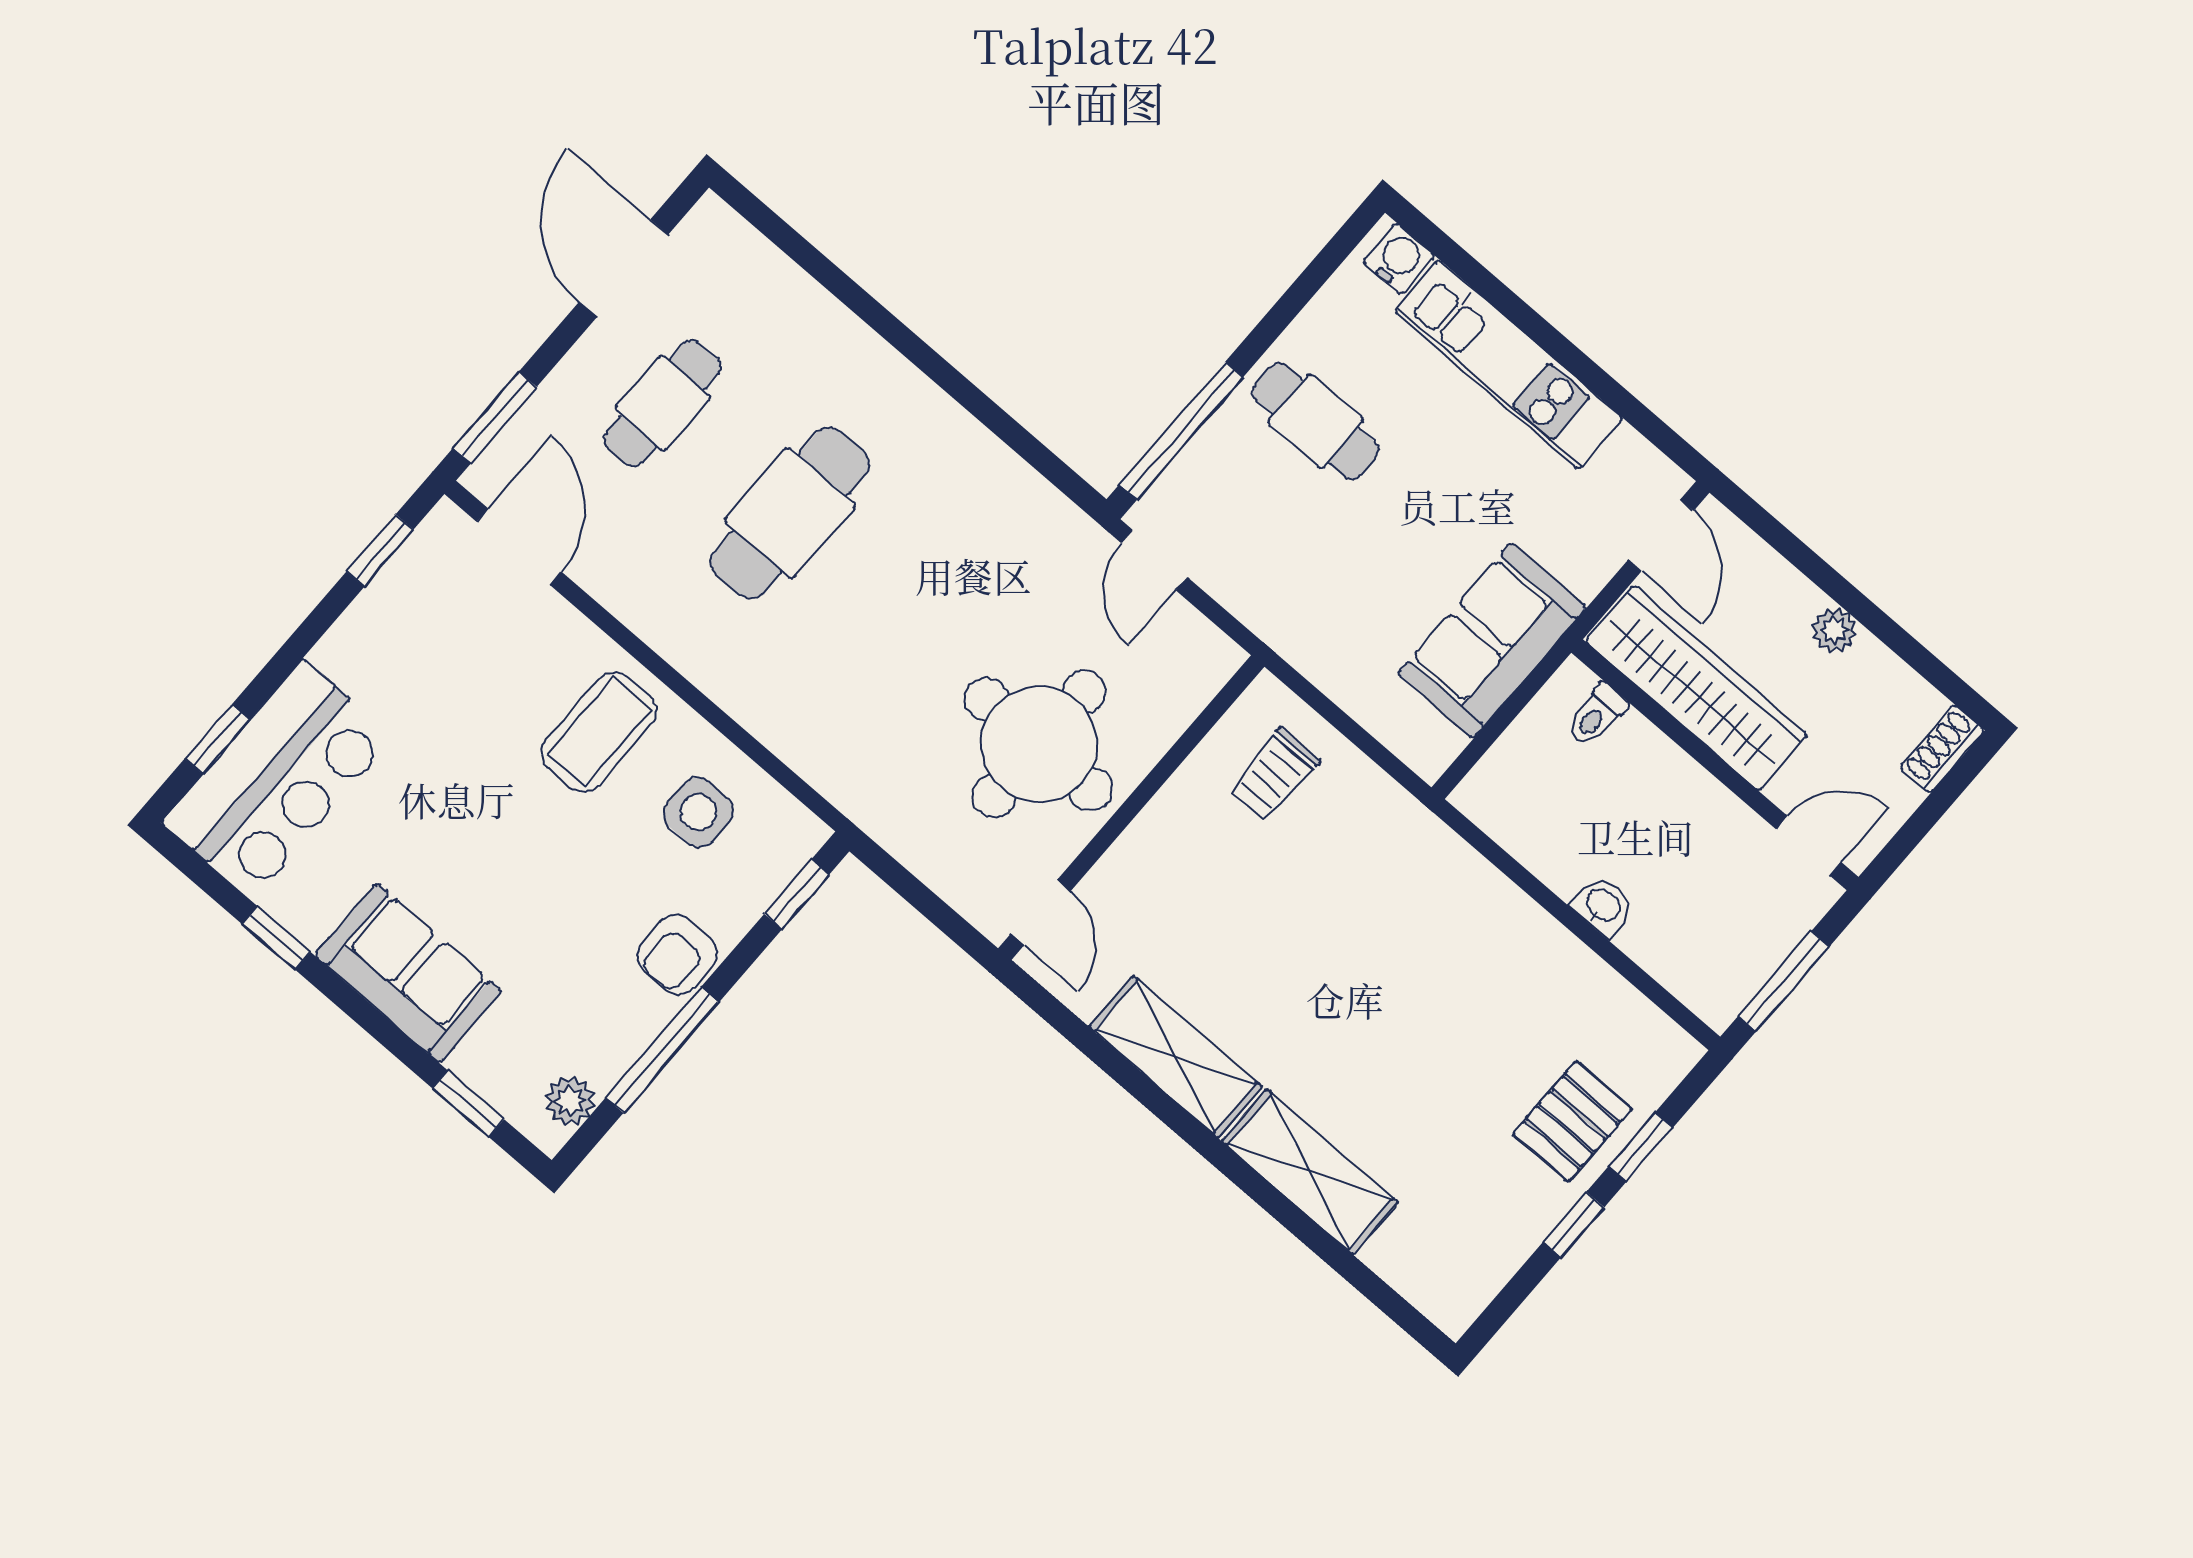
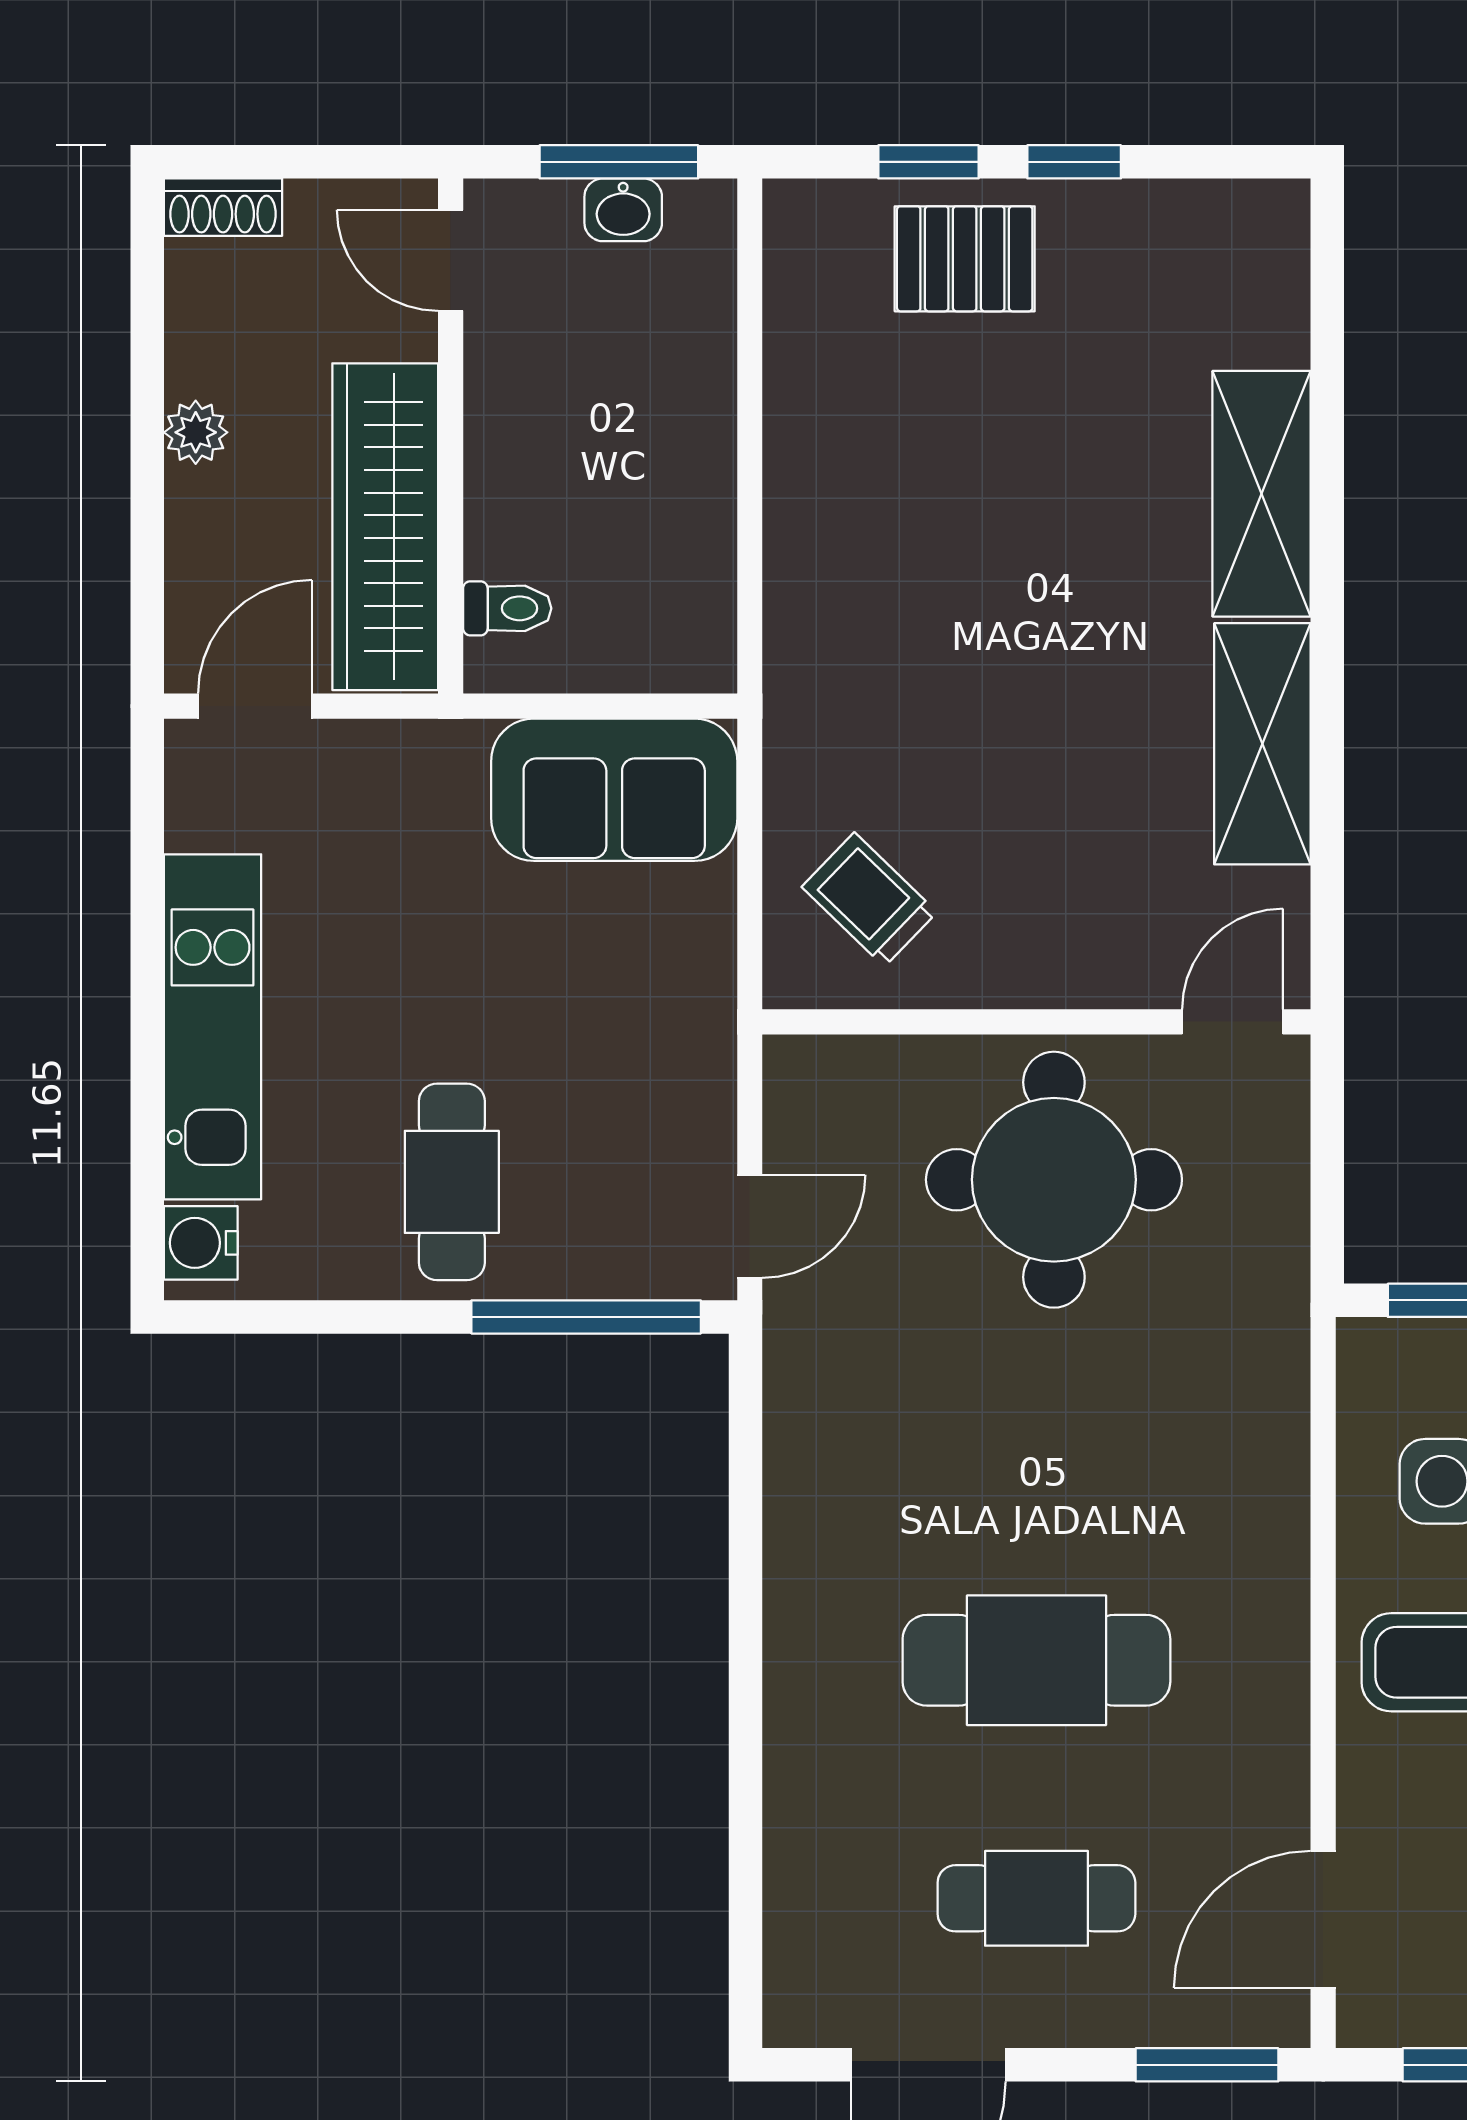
sofa: (1492, 640) -> (614, 790), moved
trolley: (1274, 775) -> (869, 899), turned -136
washbasin: (1603, 906) -> (623, 210), moved, turned -90

